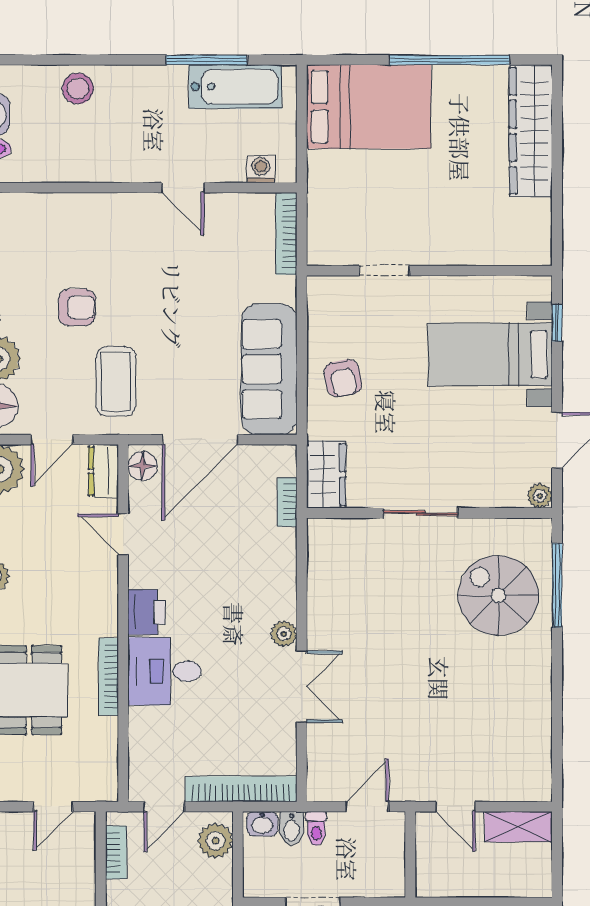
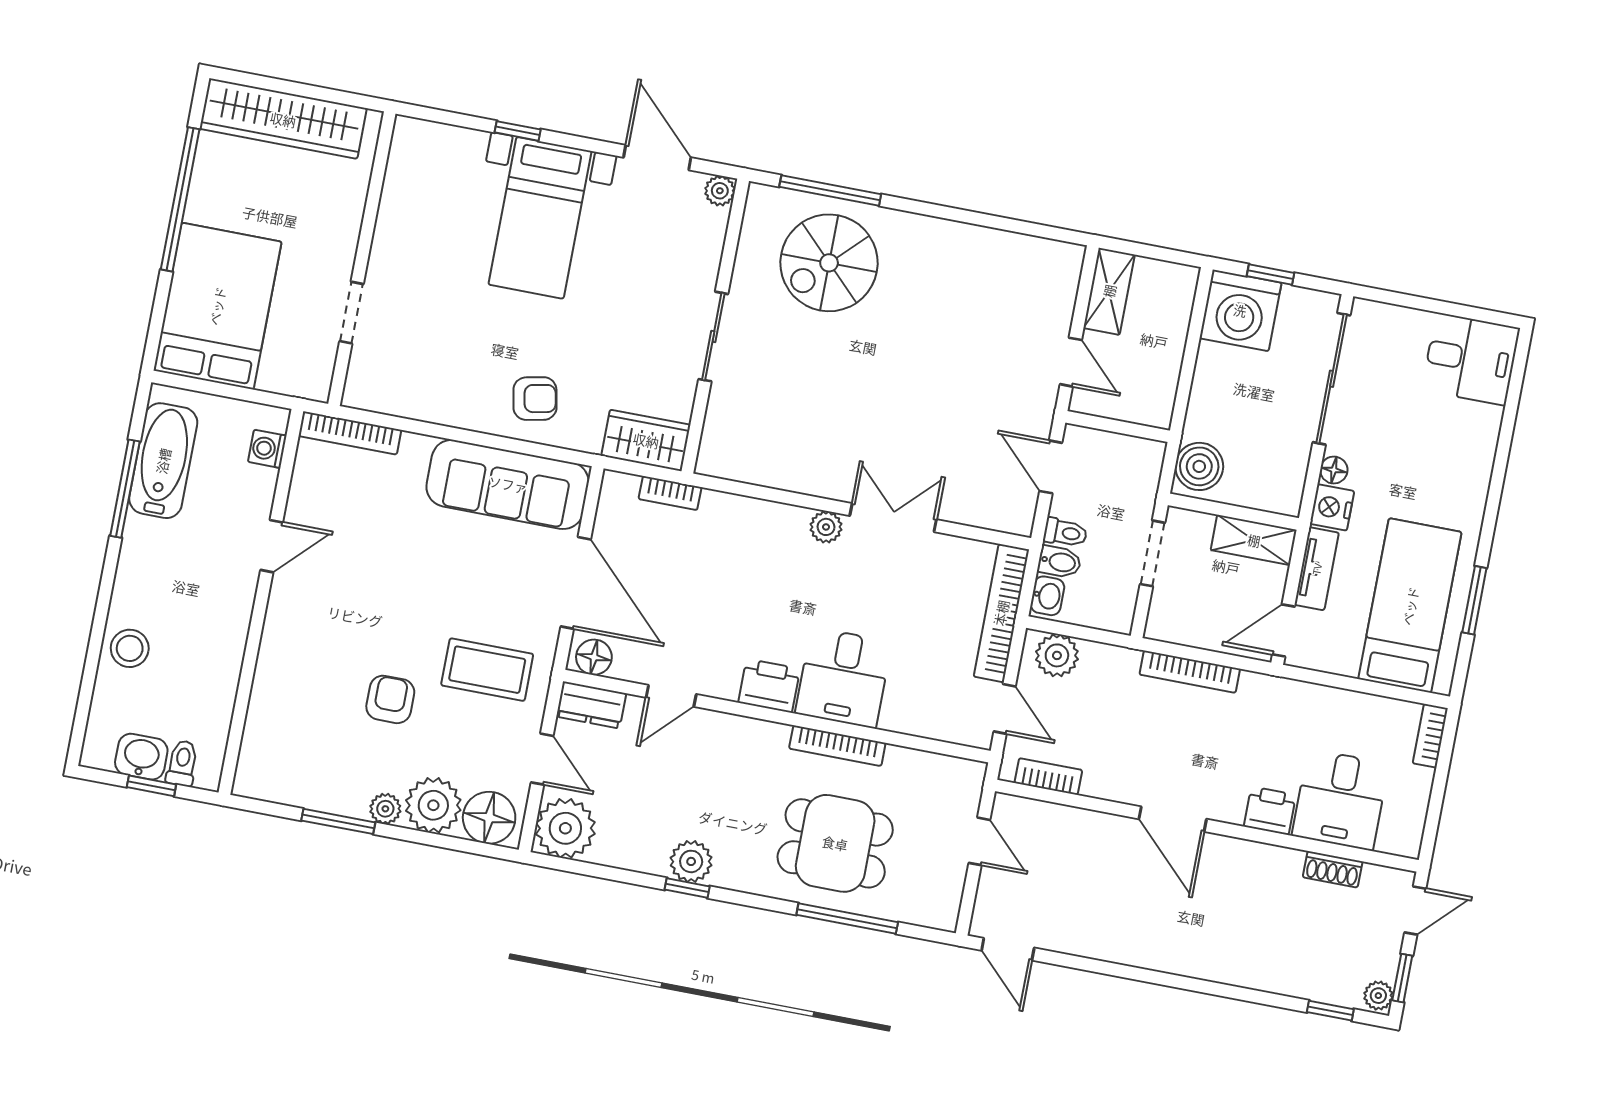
doorway: (384, 271) -> (352, 313), moved
wall: (429, 271) -> (362, 259), moved
door: (455, 807) -> (1071, 362), hinge flipped

